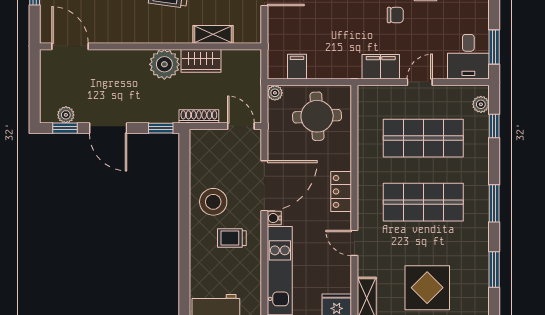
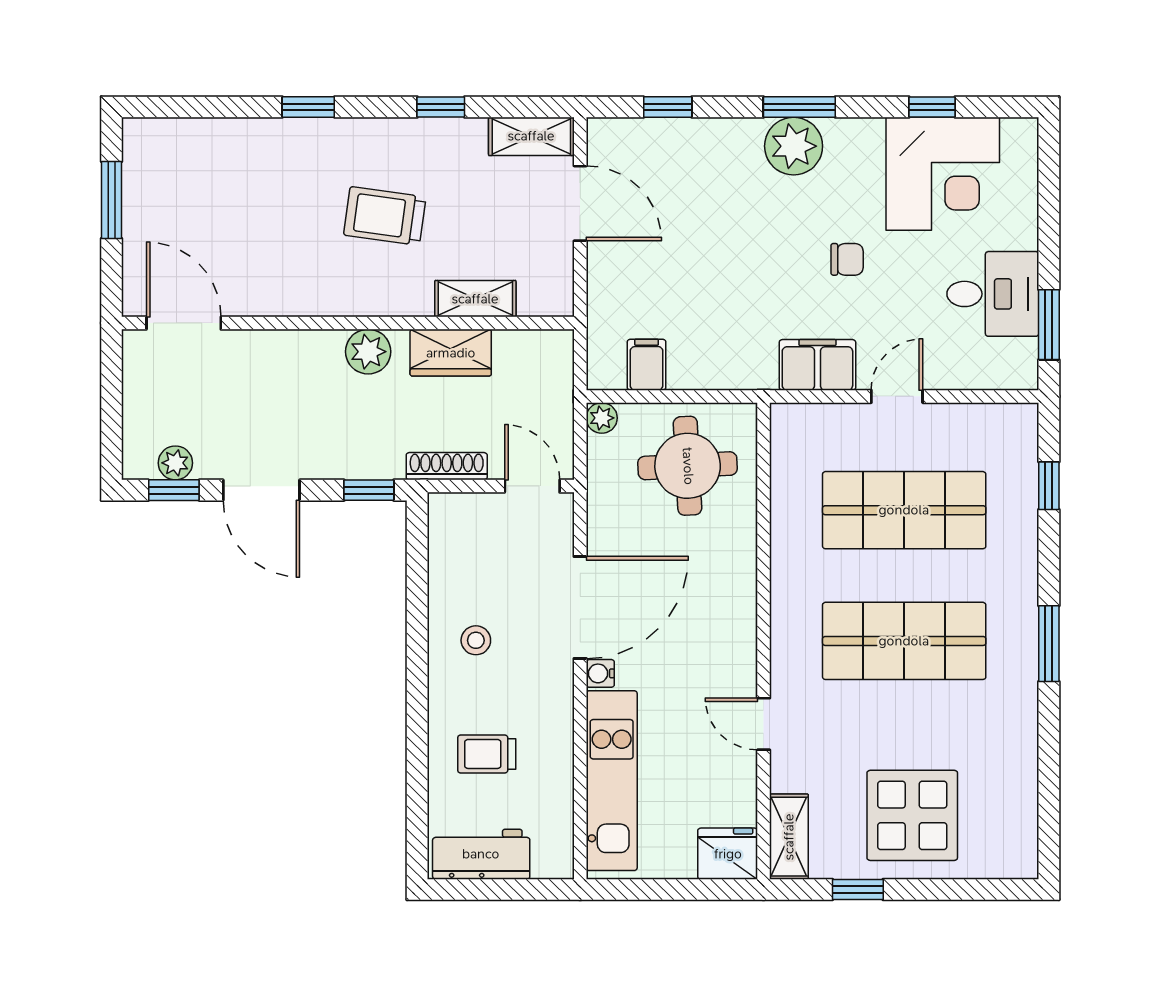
desk: (468, 57) -> (993, 294), moved, turned -90
plant: (164, 64) -> (368, 352), width x0.73, depth x0.73
plant: (481, 104) -> (1022, 441), removed
locker: (341, 191) -> (737, 619), removed
stool: (213, 202) -> (476, 640), width x0.53, depth x0.53
trolley: (232, 238) -> (487, 754), moved
window: (494, 270) -> (1049, 778), removed

